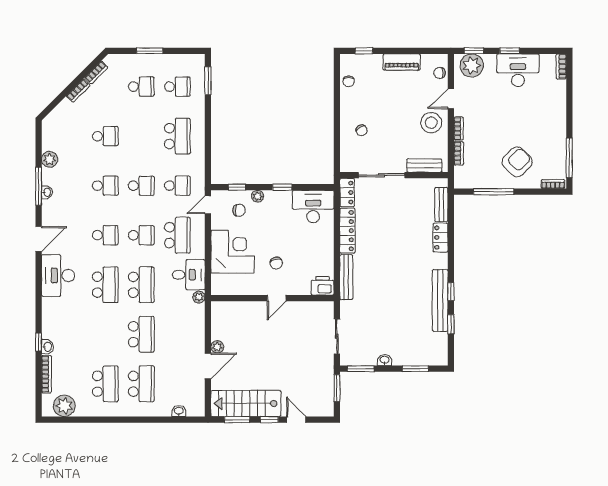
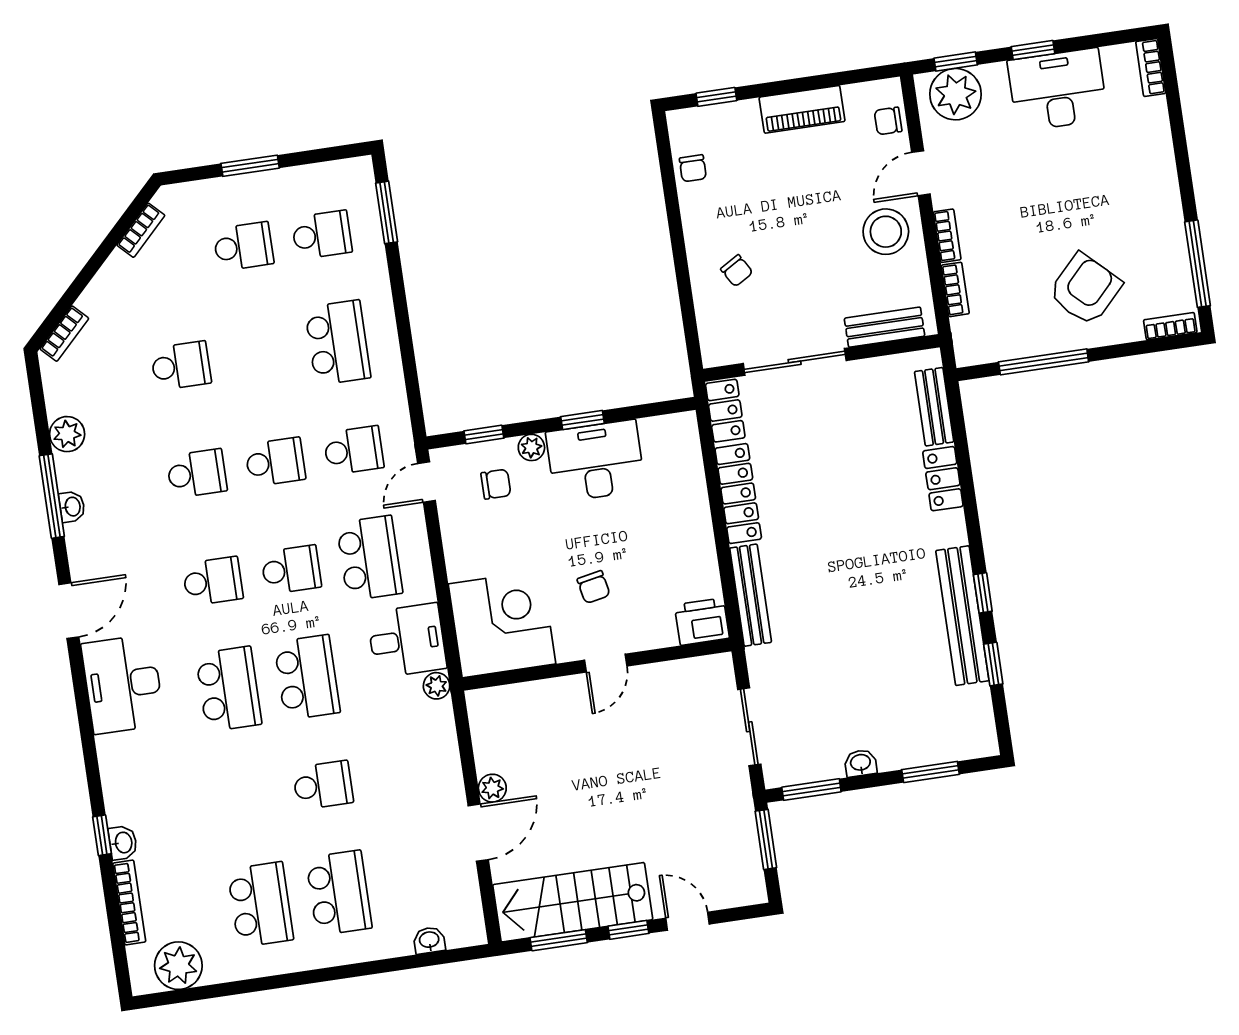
bookcase: (78, 91) -> (64, 334), moved
desk: (313, 207) -> (596, 461), moved
corner desk: (233, 252) -> (502, 624), moved
school desk: (141, 334) -> (323, 785), width x0.54

